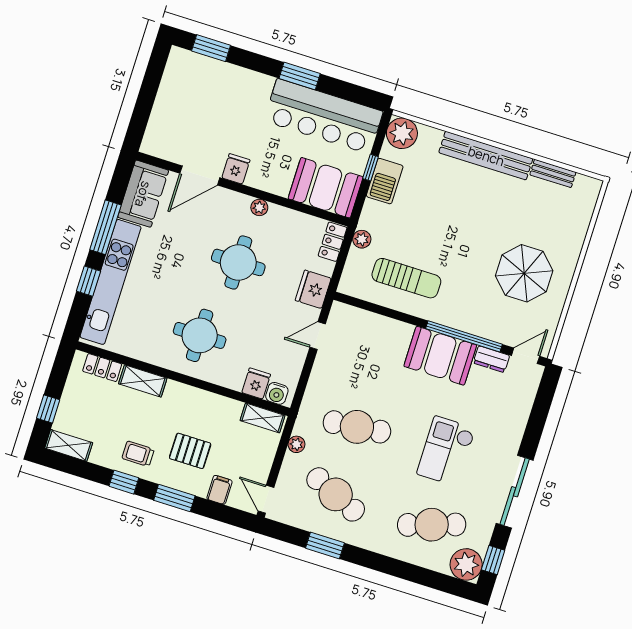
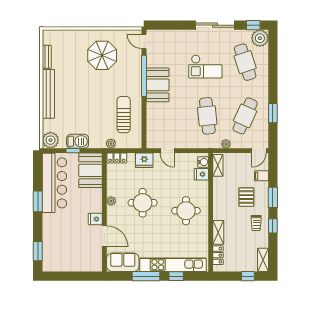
dresser: (491, 359) -> (151, 58), removed

